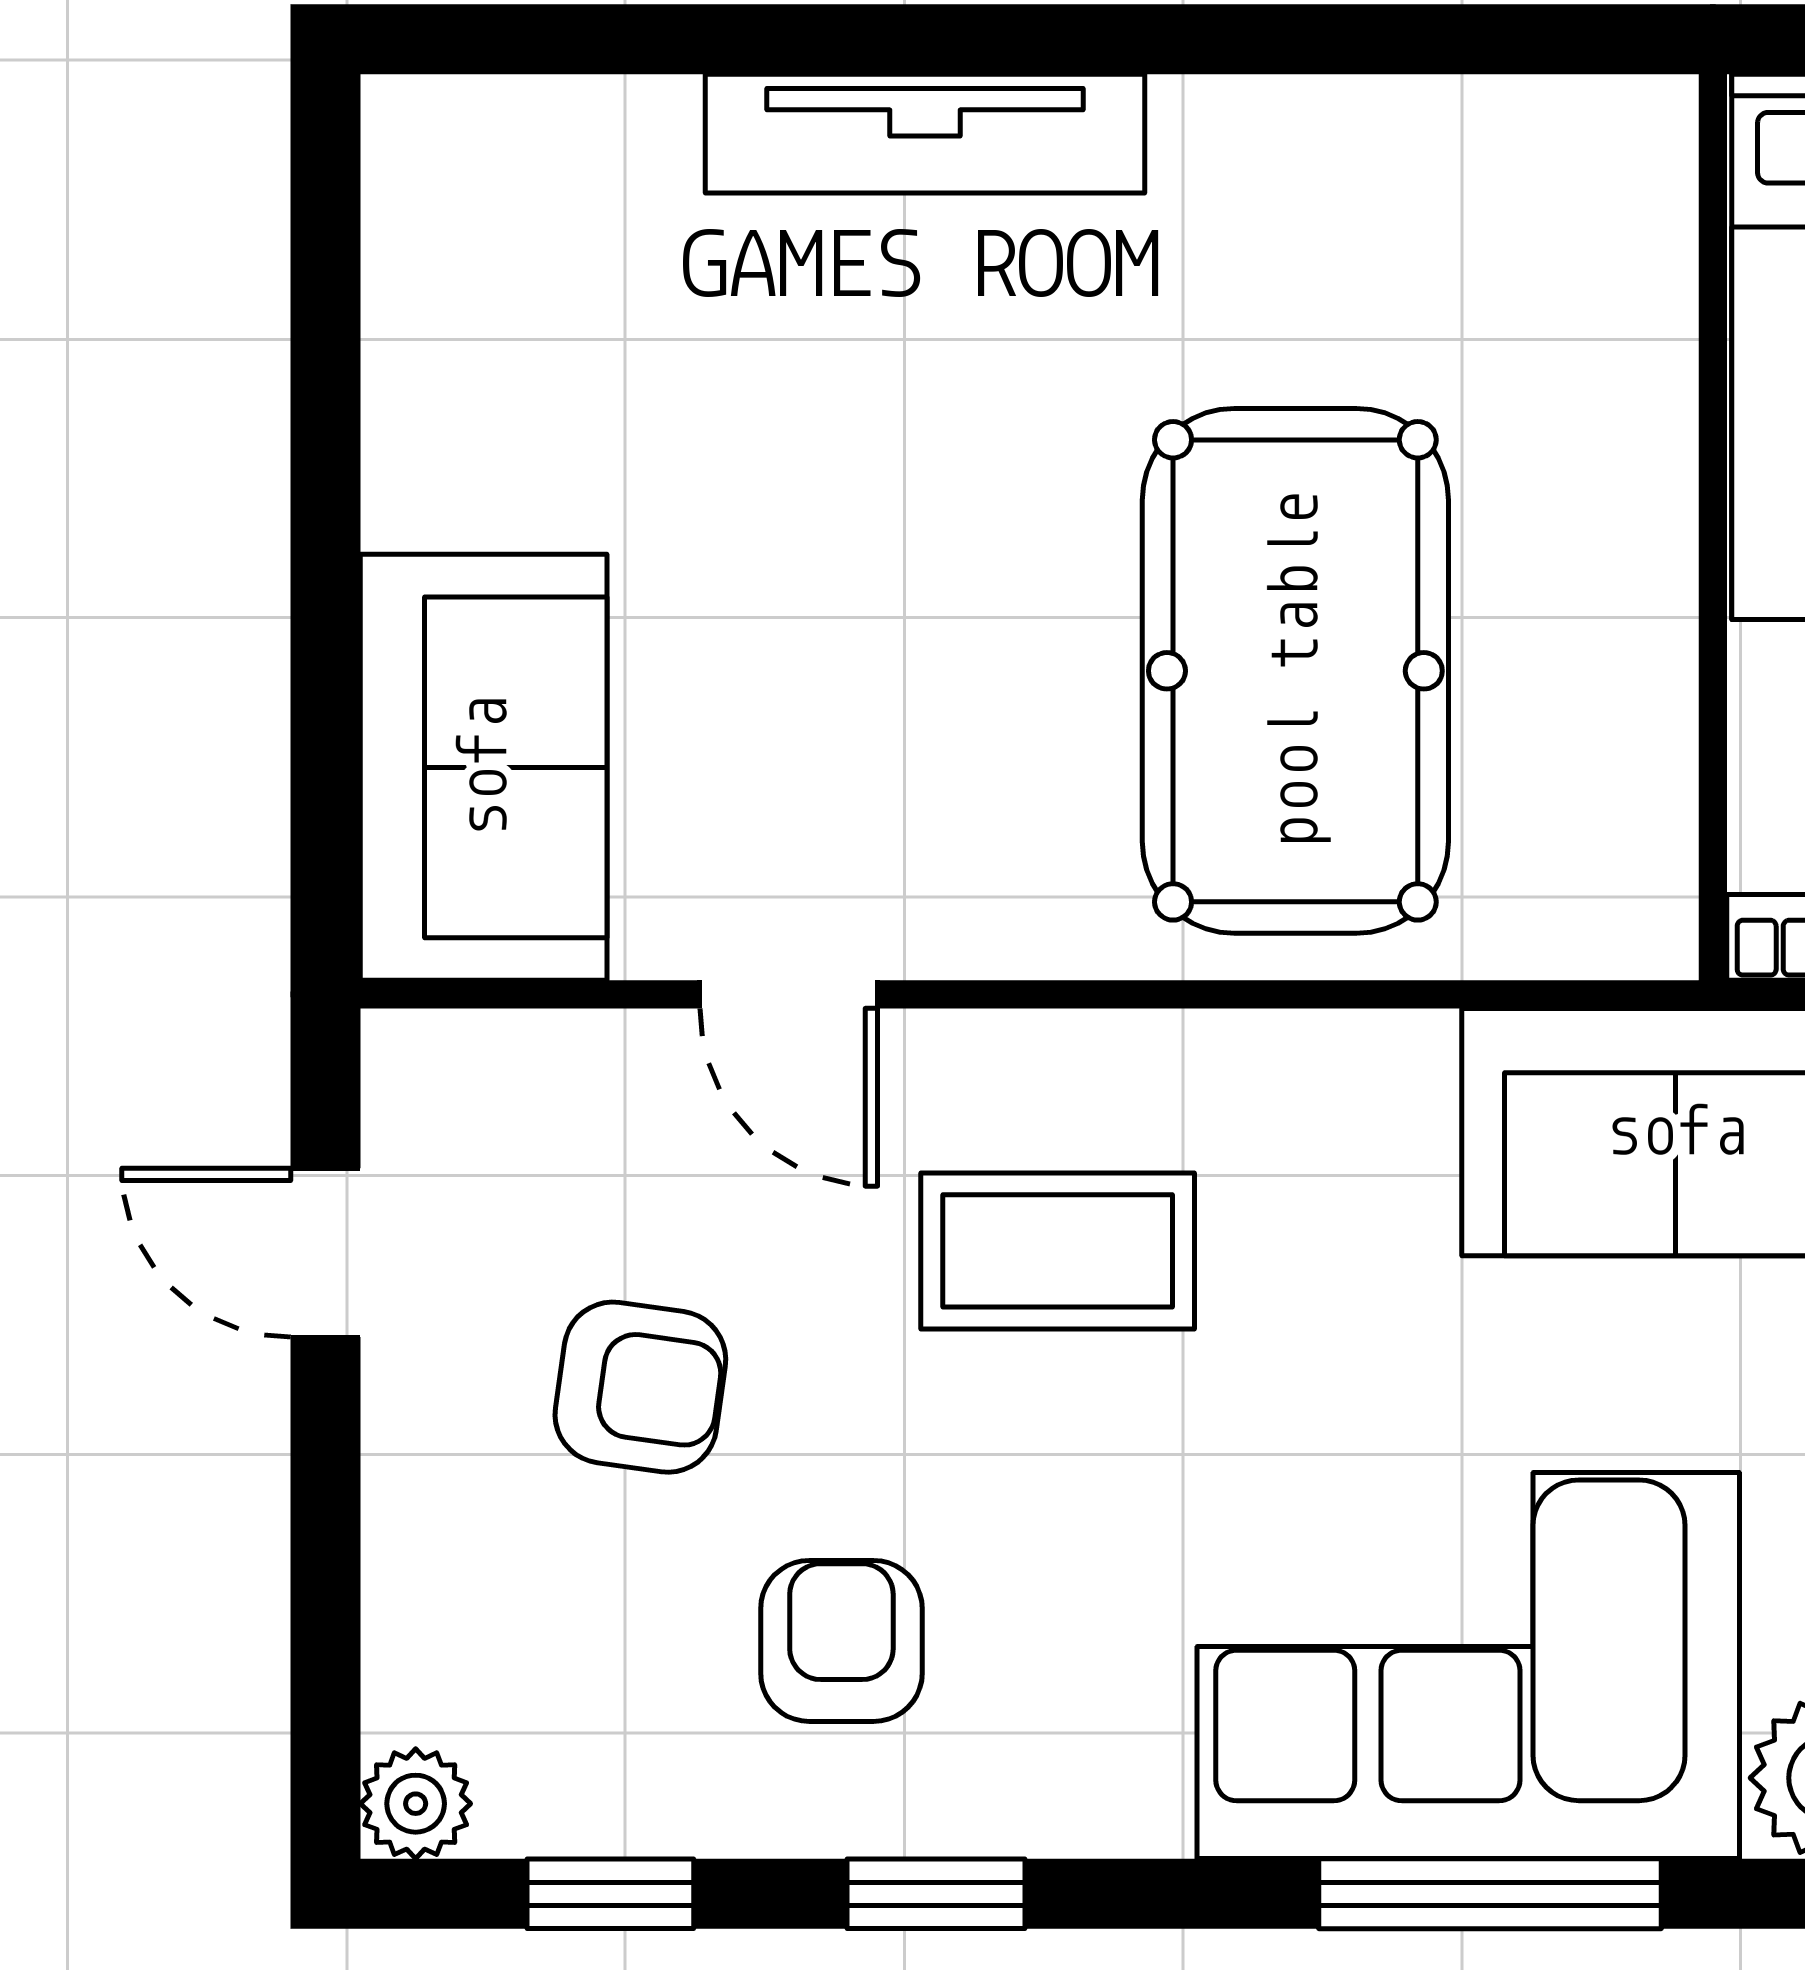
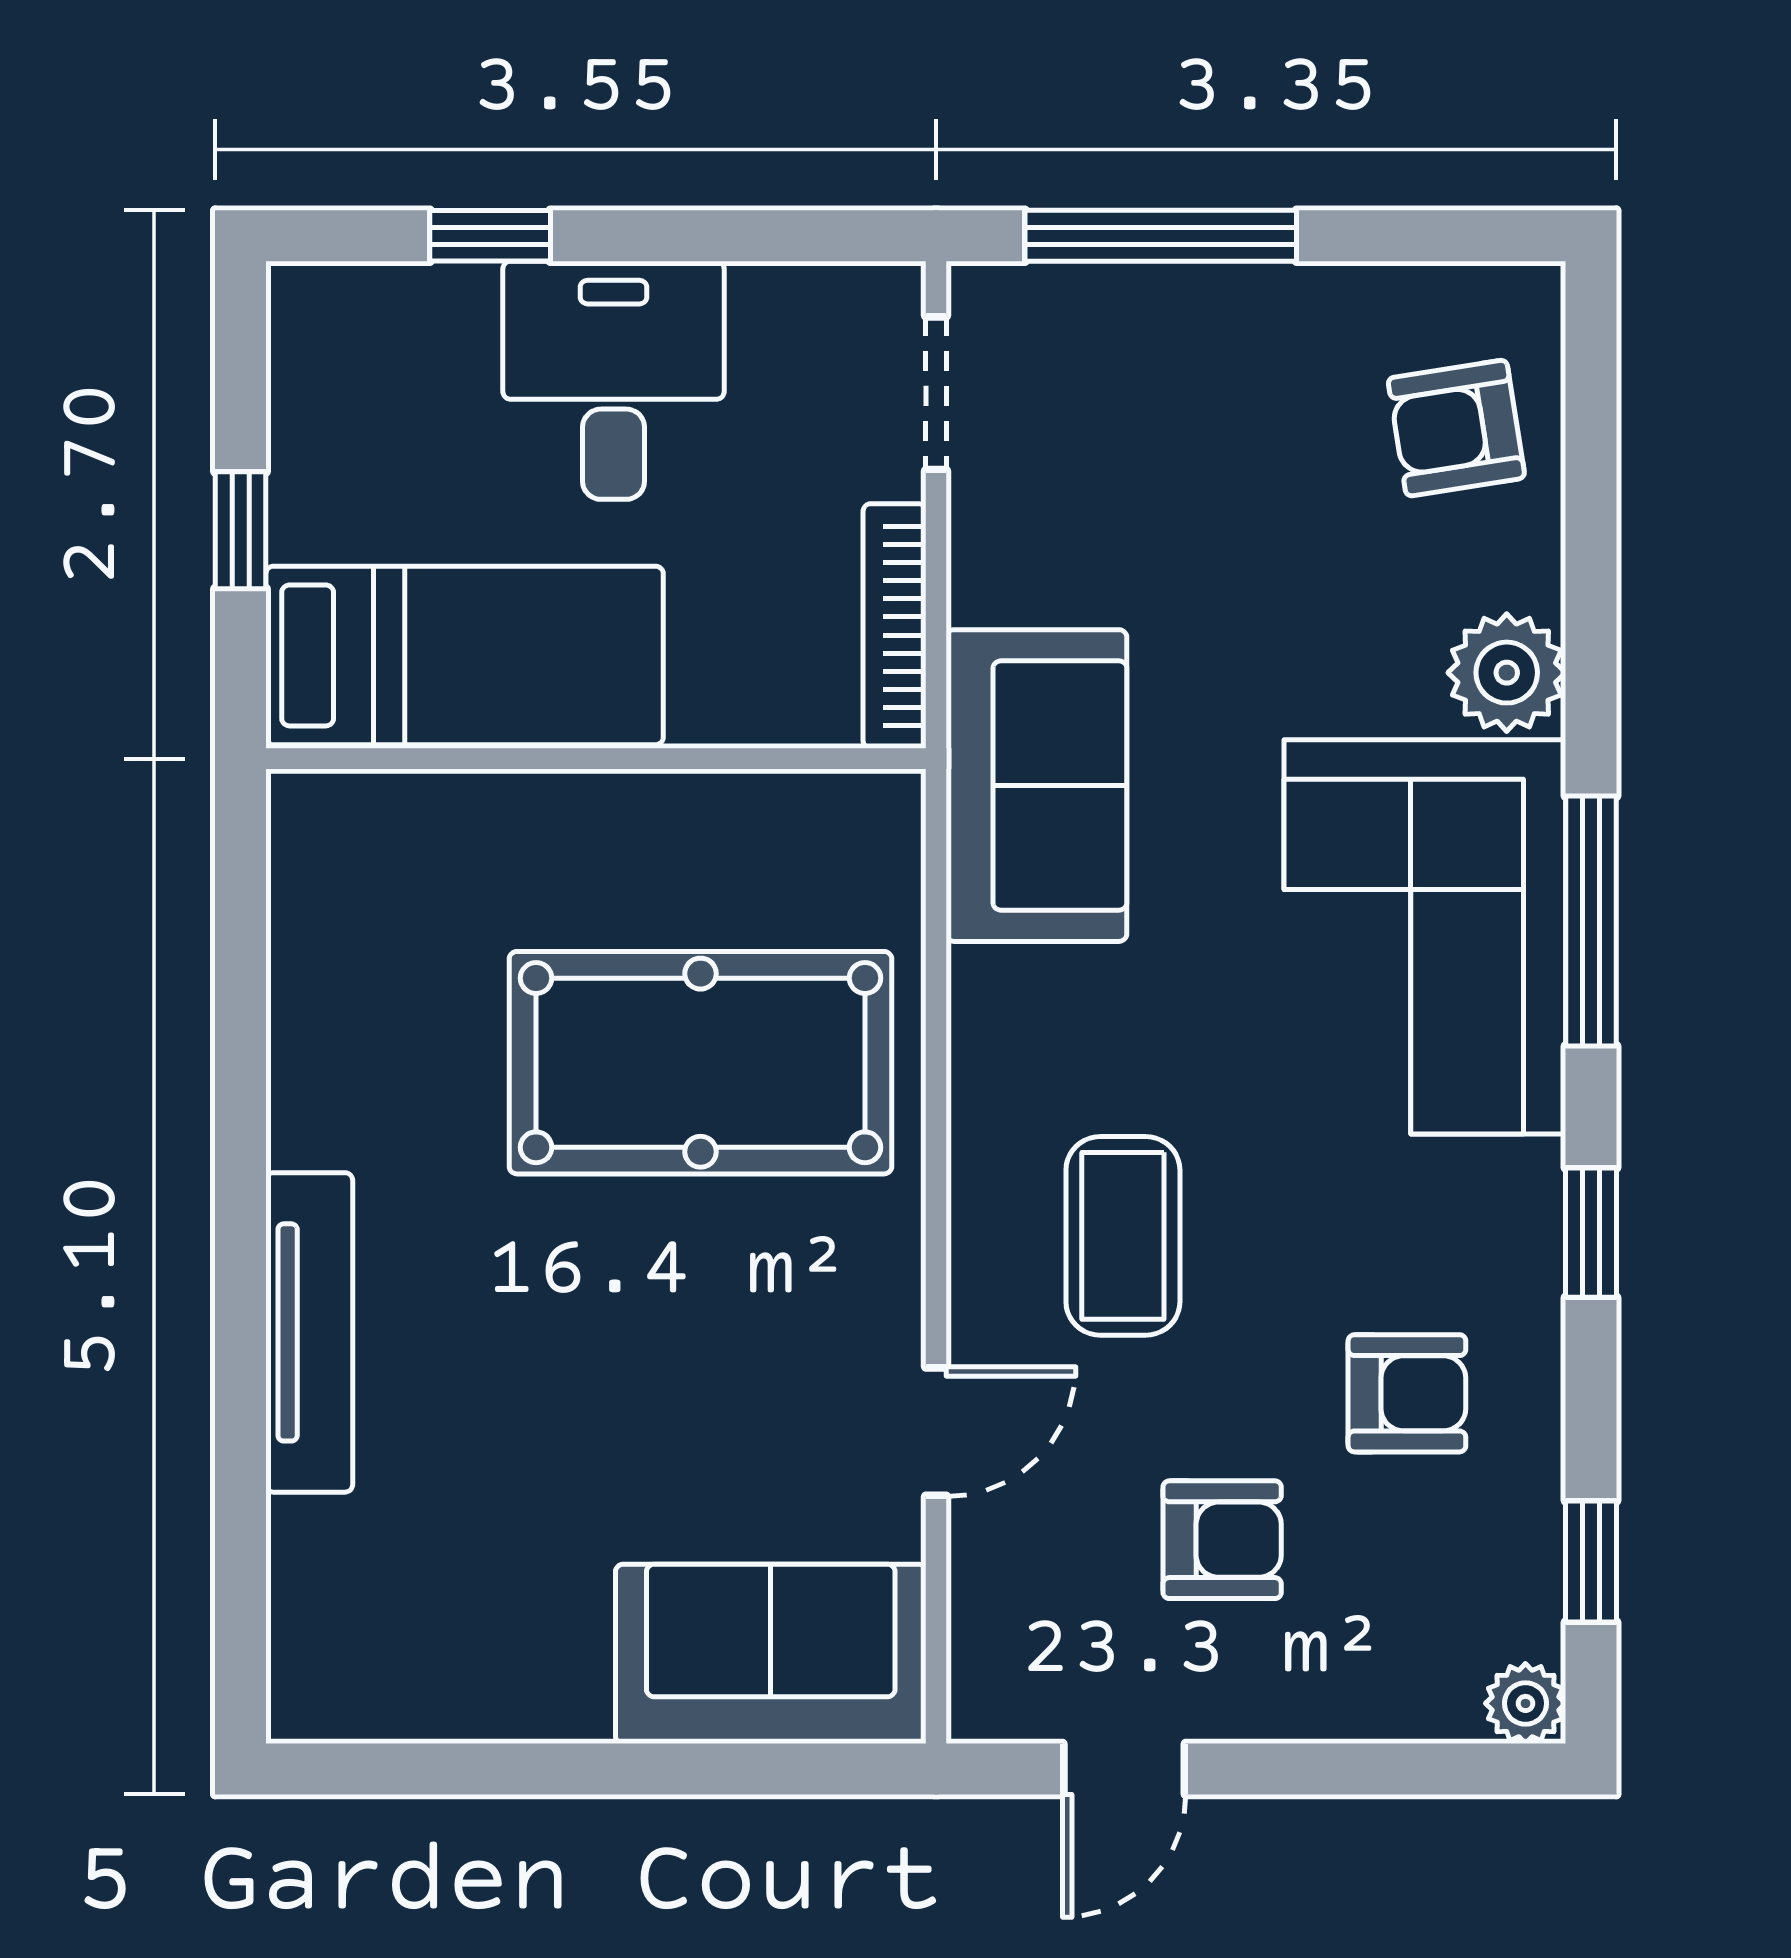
armchair: (640, 1387) -> (1222, 1540), turned 82
armchair: (841, 1641) -> (1407, 1393), turned 180
window: (936, 1894) -> (1591, 1233), moved

